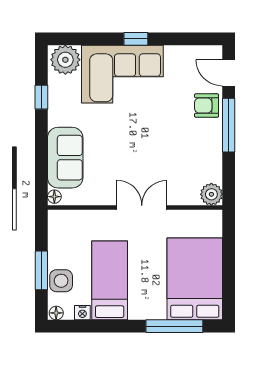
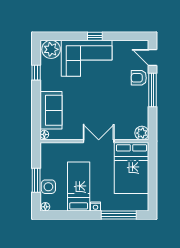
bed: (195, 279) -> (132, 168), moved, turned 180
nightstand: (82, 313) -> (95, 207), moved

